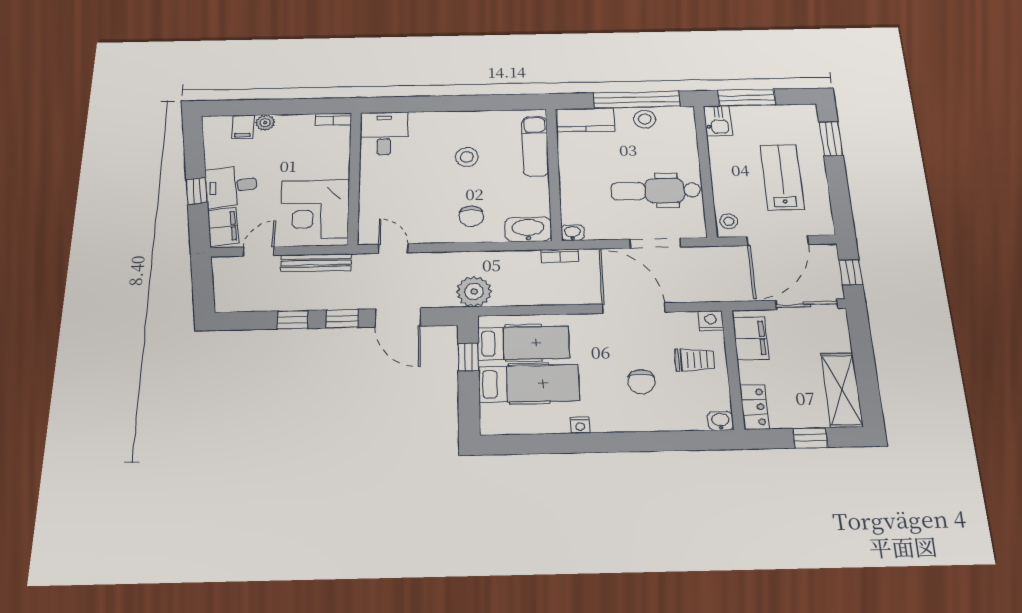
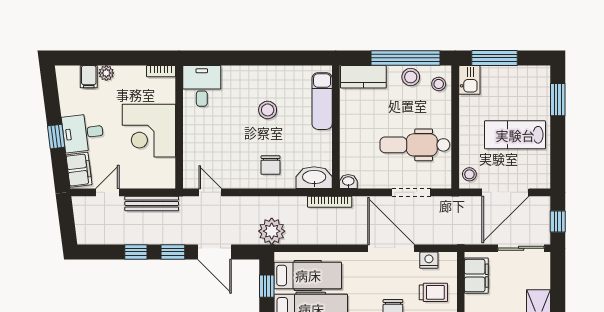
stool: (680, 126) -> (439, 84), added
lab bench: (782, 177) -> (515, 135), turned -90
corner desk: (315, 209) -> (149, 131), moved
bookcase: (560, 256) -> (330, 202), width x1.56
nightstand: (711, 321) -> (429, 260), moved

